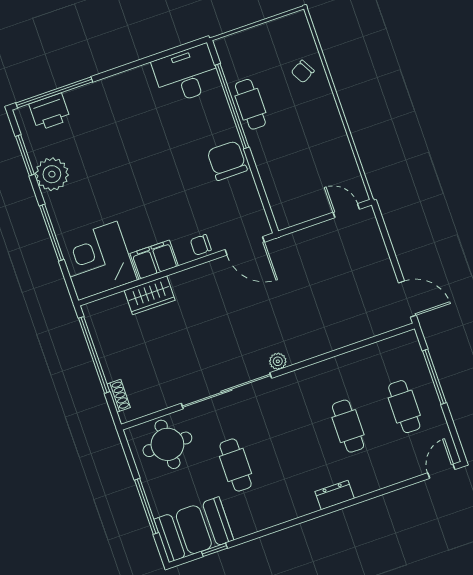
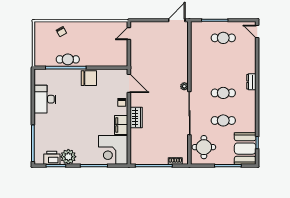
desk: (186, 74) -> (45, 99), moved
printer: (50, 112) -> (52, 158), moved, turned -90
chair: (227, 161) -> (89, 78), turned 180
door: (245, 246) -> (129, 83), hinge flipped
wardrobe: (150, 295) -> (136, 117), moved
cafe table: (348, 426) -> (223, 93), moved

